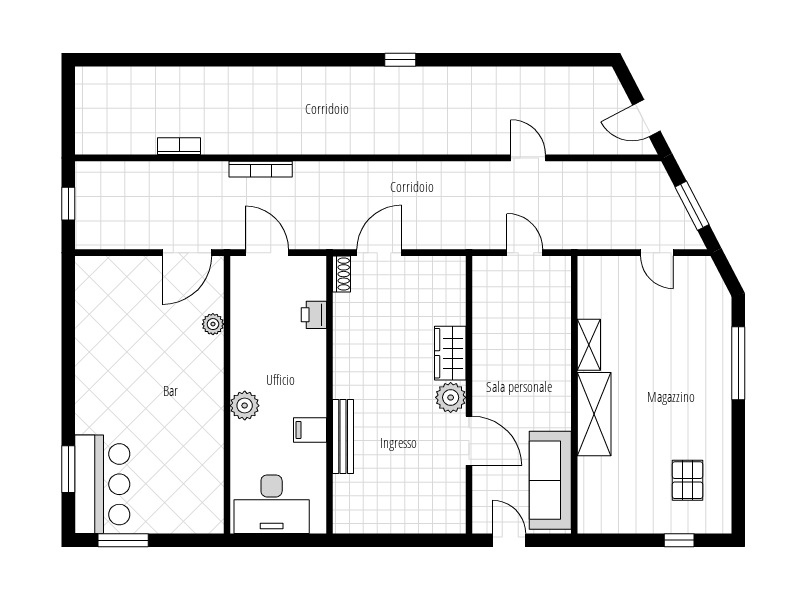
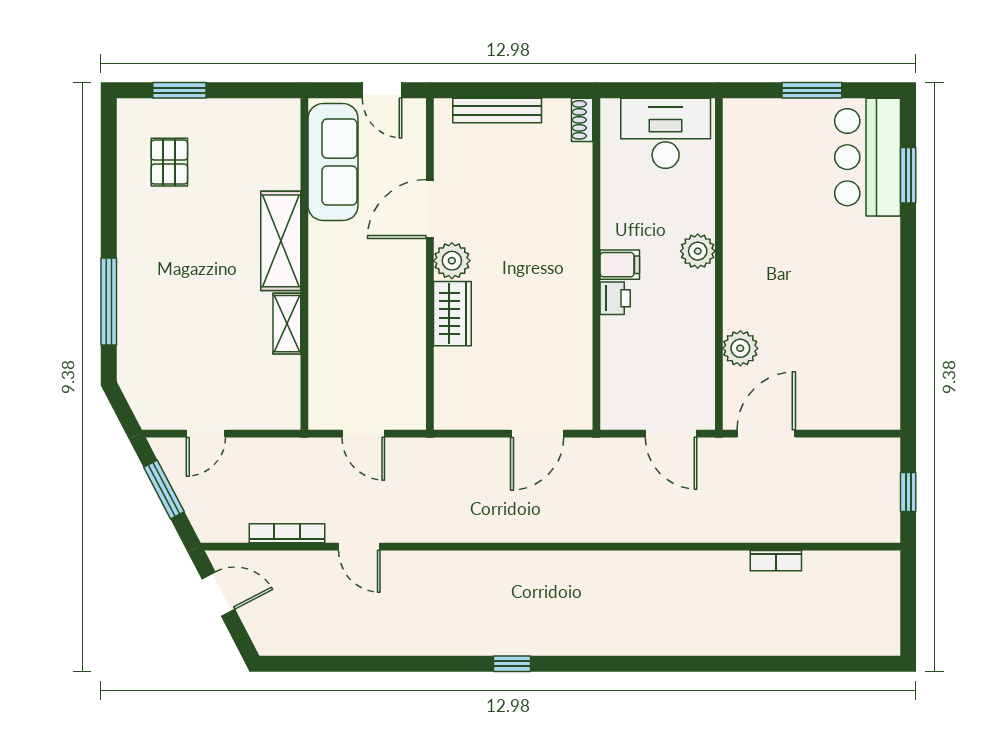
bookcase: (261, 169) -> (287, 533), moved
door: (657, 253) -> (206, 434), swing flipped
shoe rack: (342, 274) -> (582, 120), moved
printer: (314, 315) -> (615, 298), moved
plant: (213, 324) -> (740, 348), width x1.38, depth x1.38
filing cabinet: (310, 430) -> (620, 265), moved
bench: (343, 436) -> (497, 111), moved, turned 90
door: (469, 441) -> (430, 209), hinge flipped
window: (123, 540) -> (812, 90), moved
window: (679, 540) -> (179, 90), width x1.50

